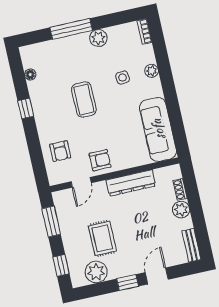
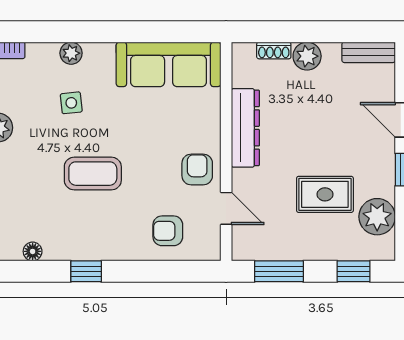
armchair: (60, 151) -> (168, 231), turned 180

